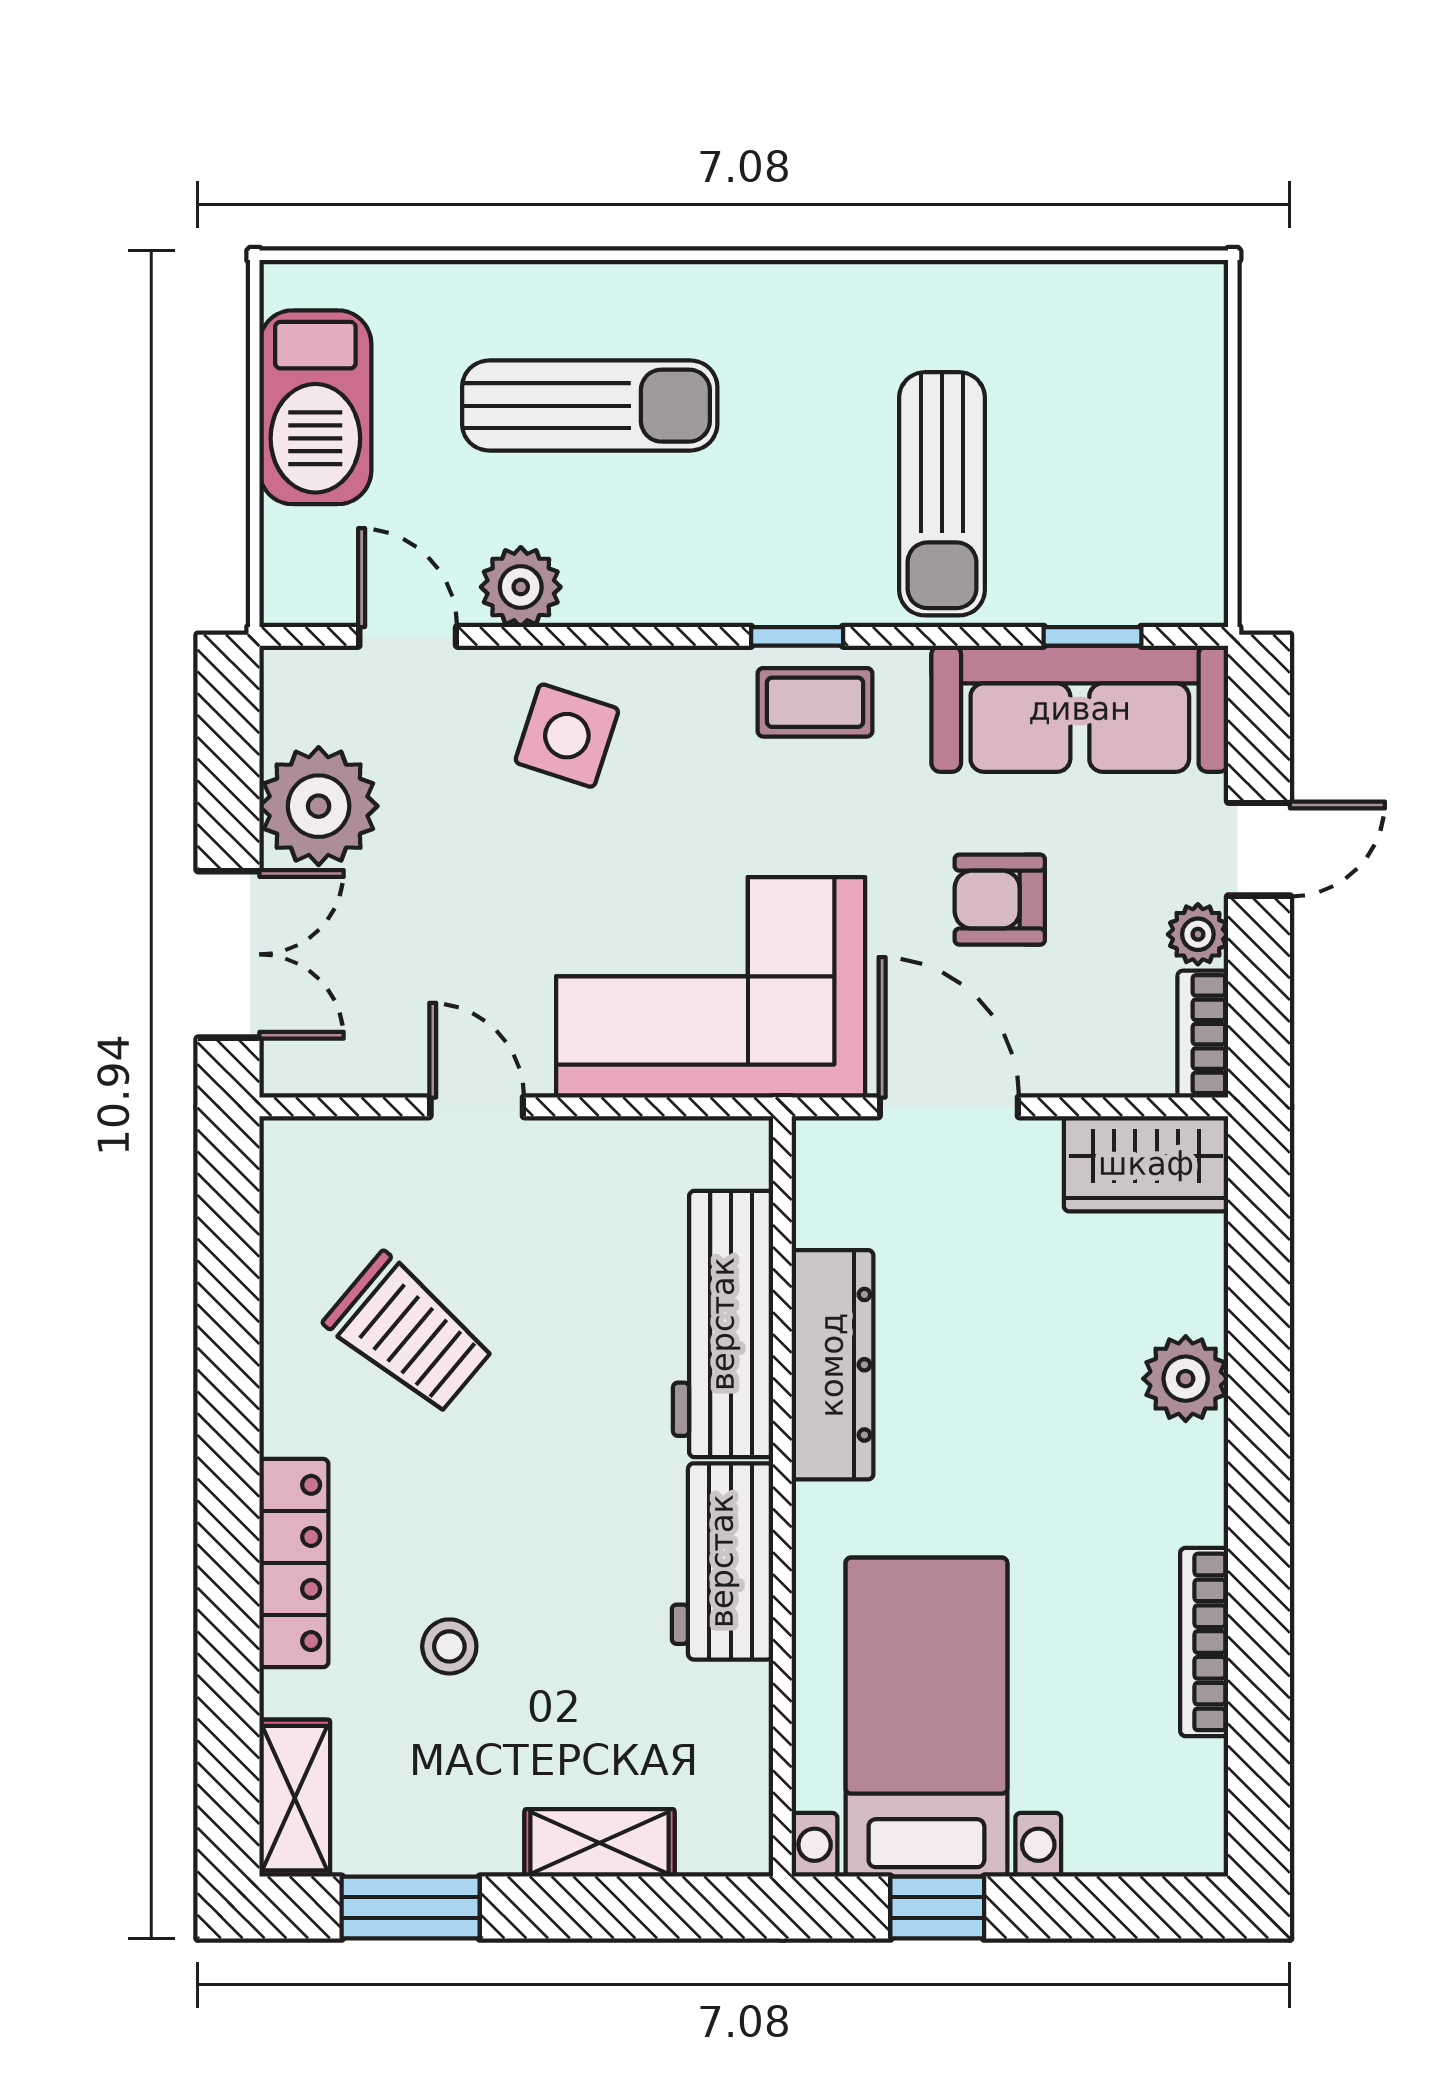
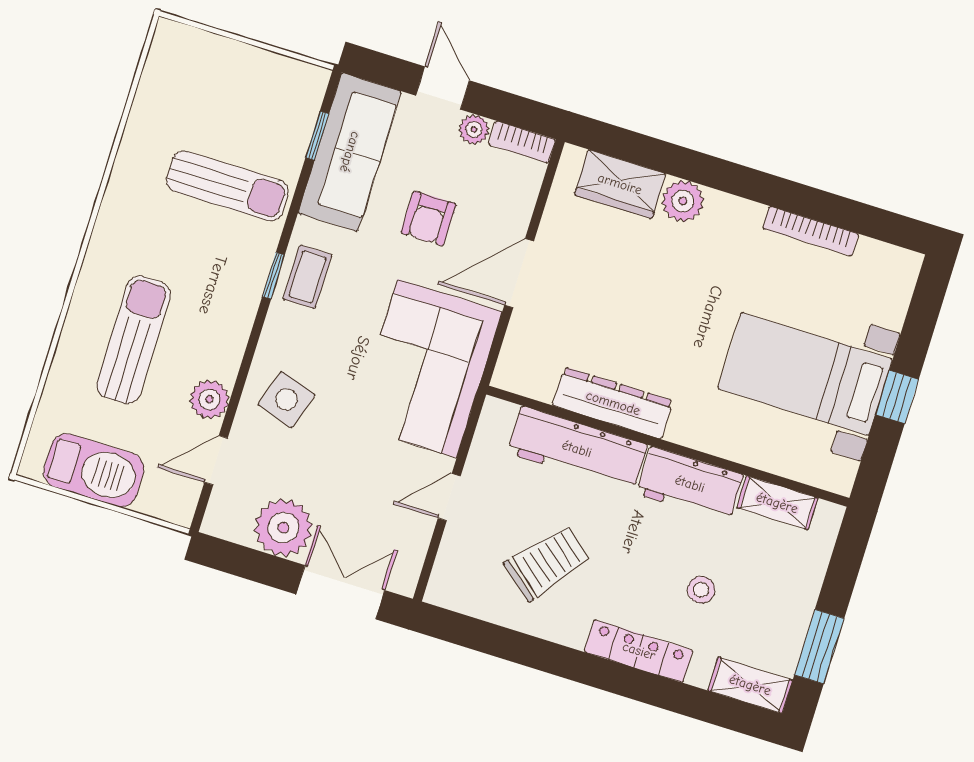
wardrobe: (1146, 1164) -> (620, 184), moved, turned 90
workbench: (723, 1324) -> (577, 449), moved
dresser: (832, 1365) -> (613, 403), moved
wall: (782, 1496) -> (668, 446), moved
workbench: (722, 1561) -> (690, 484), moved
shelving: (600, 1843) -> (777, 503), moved, turned 90

